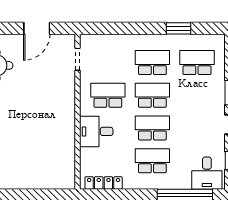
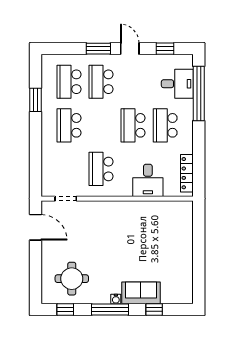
door: (37, 28) -> (35, 227), moved
school desk: (152, 95) -> (101, 82), moved
desk: (96, 131) -> (148, 180), moved
desk: (207, 173) -> (177, 84), moved

